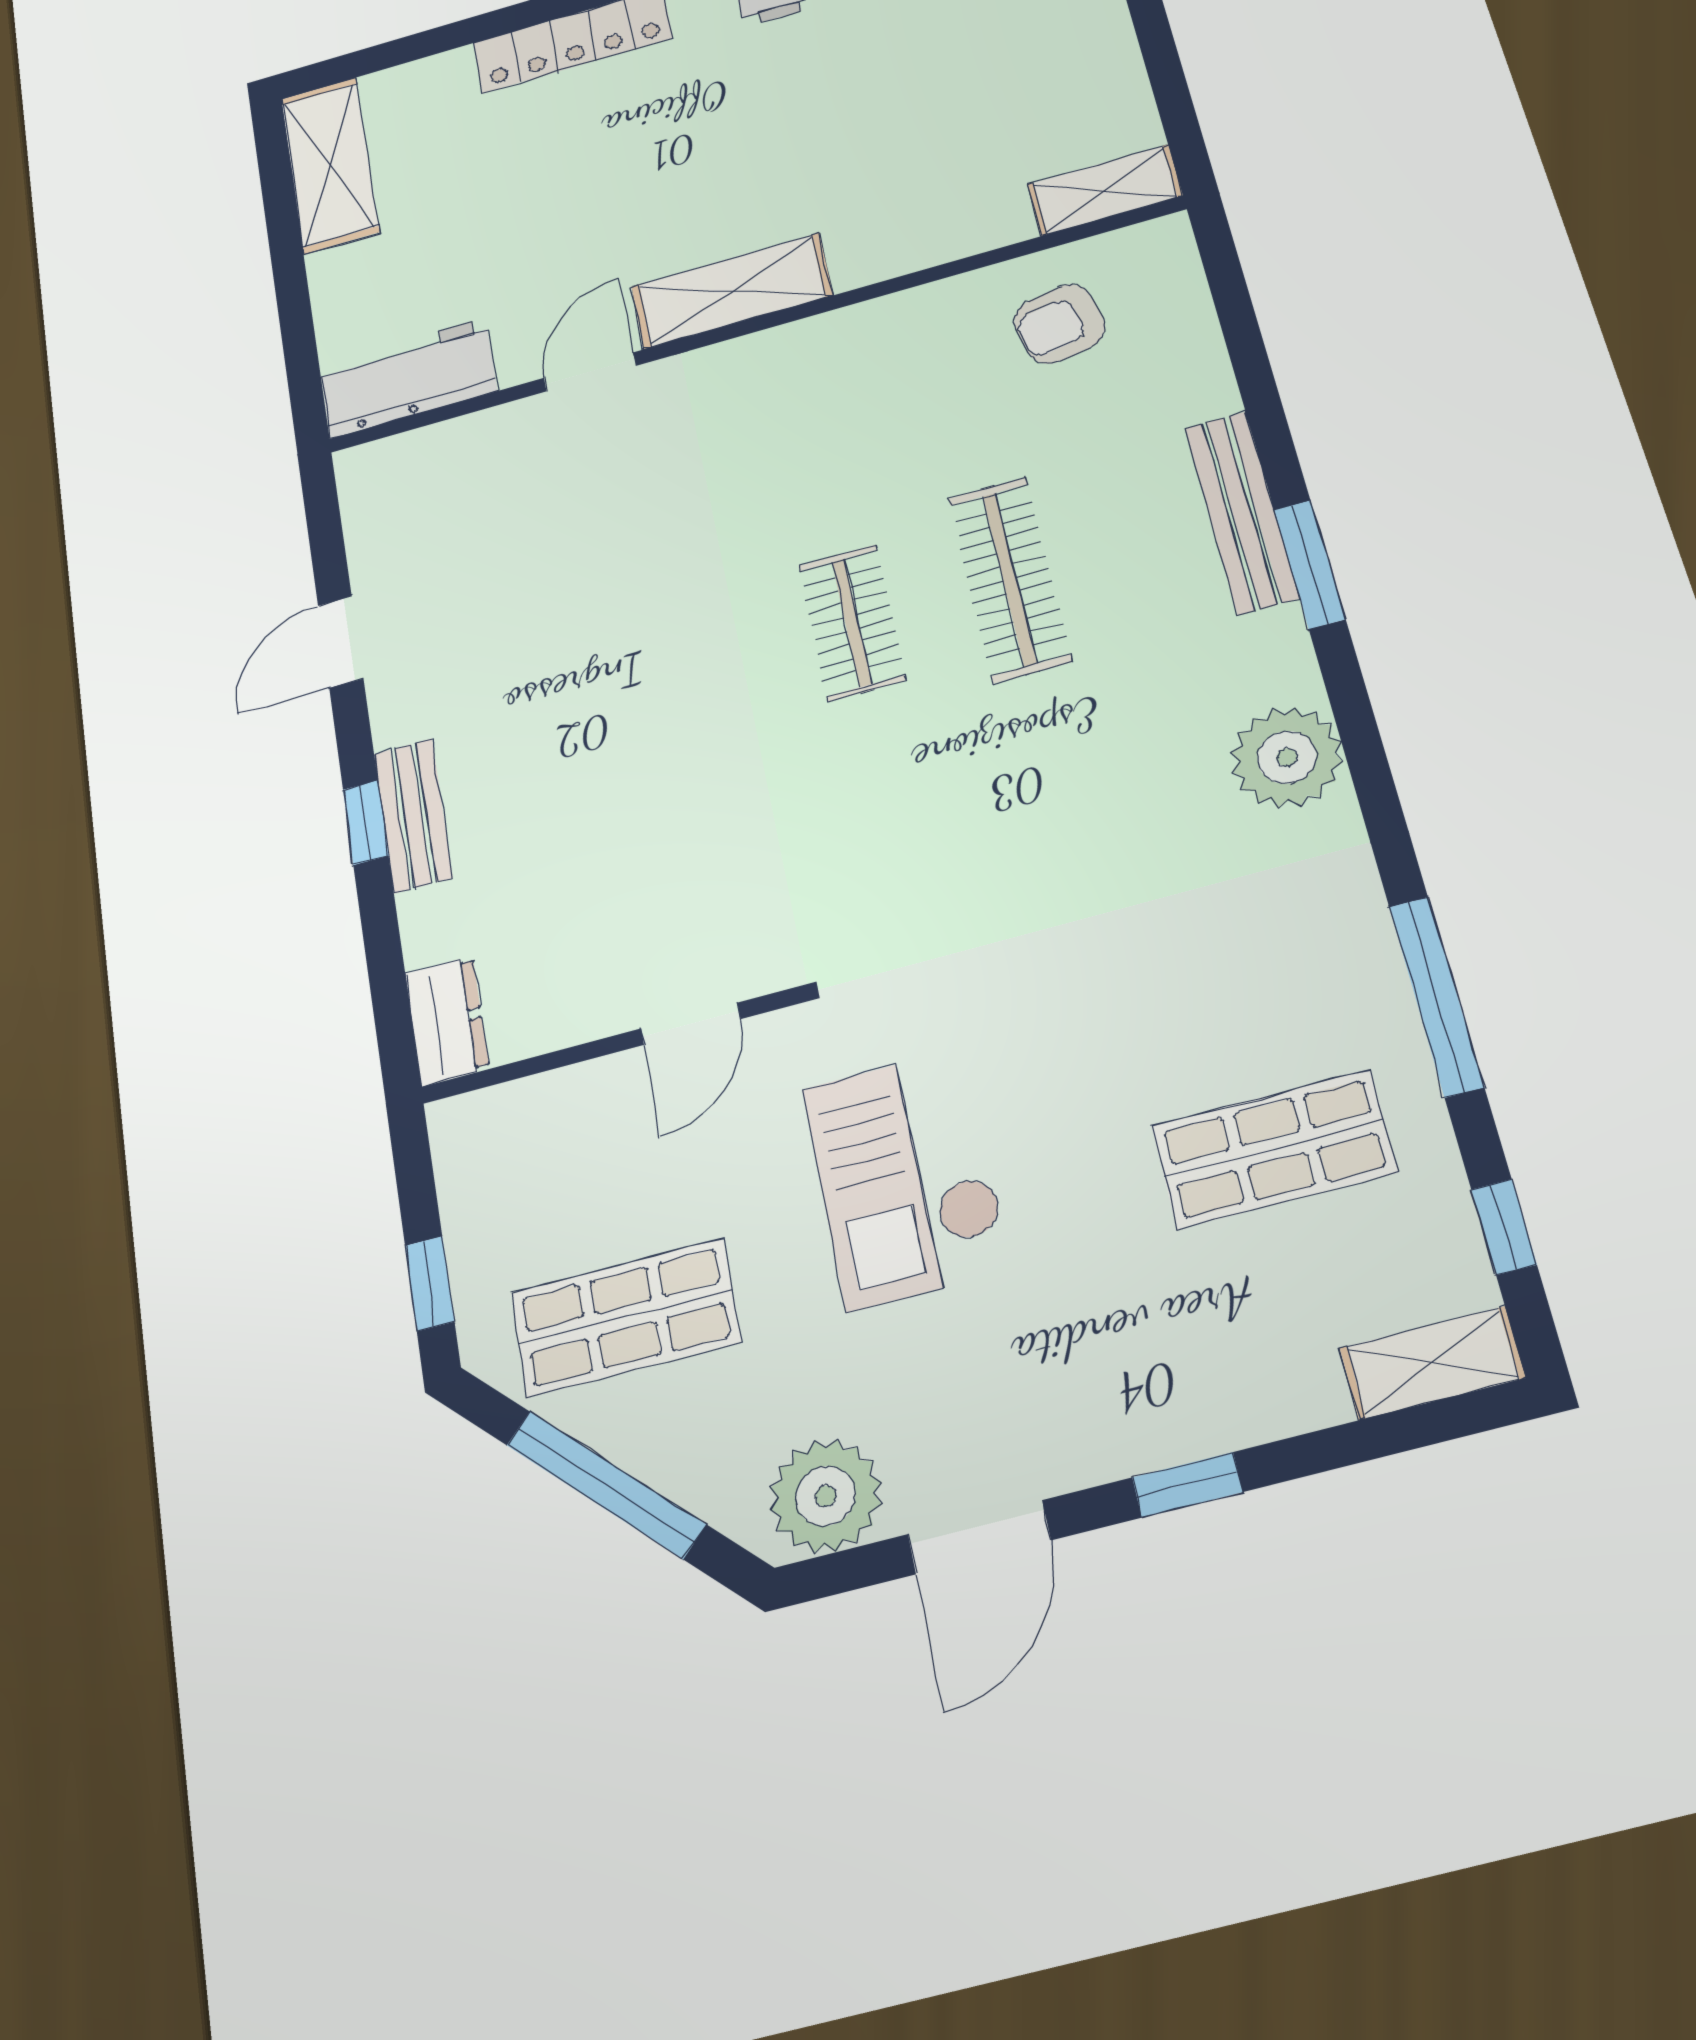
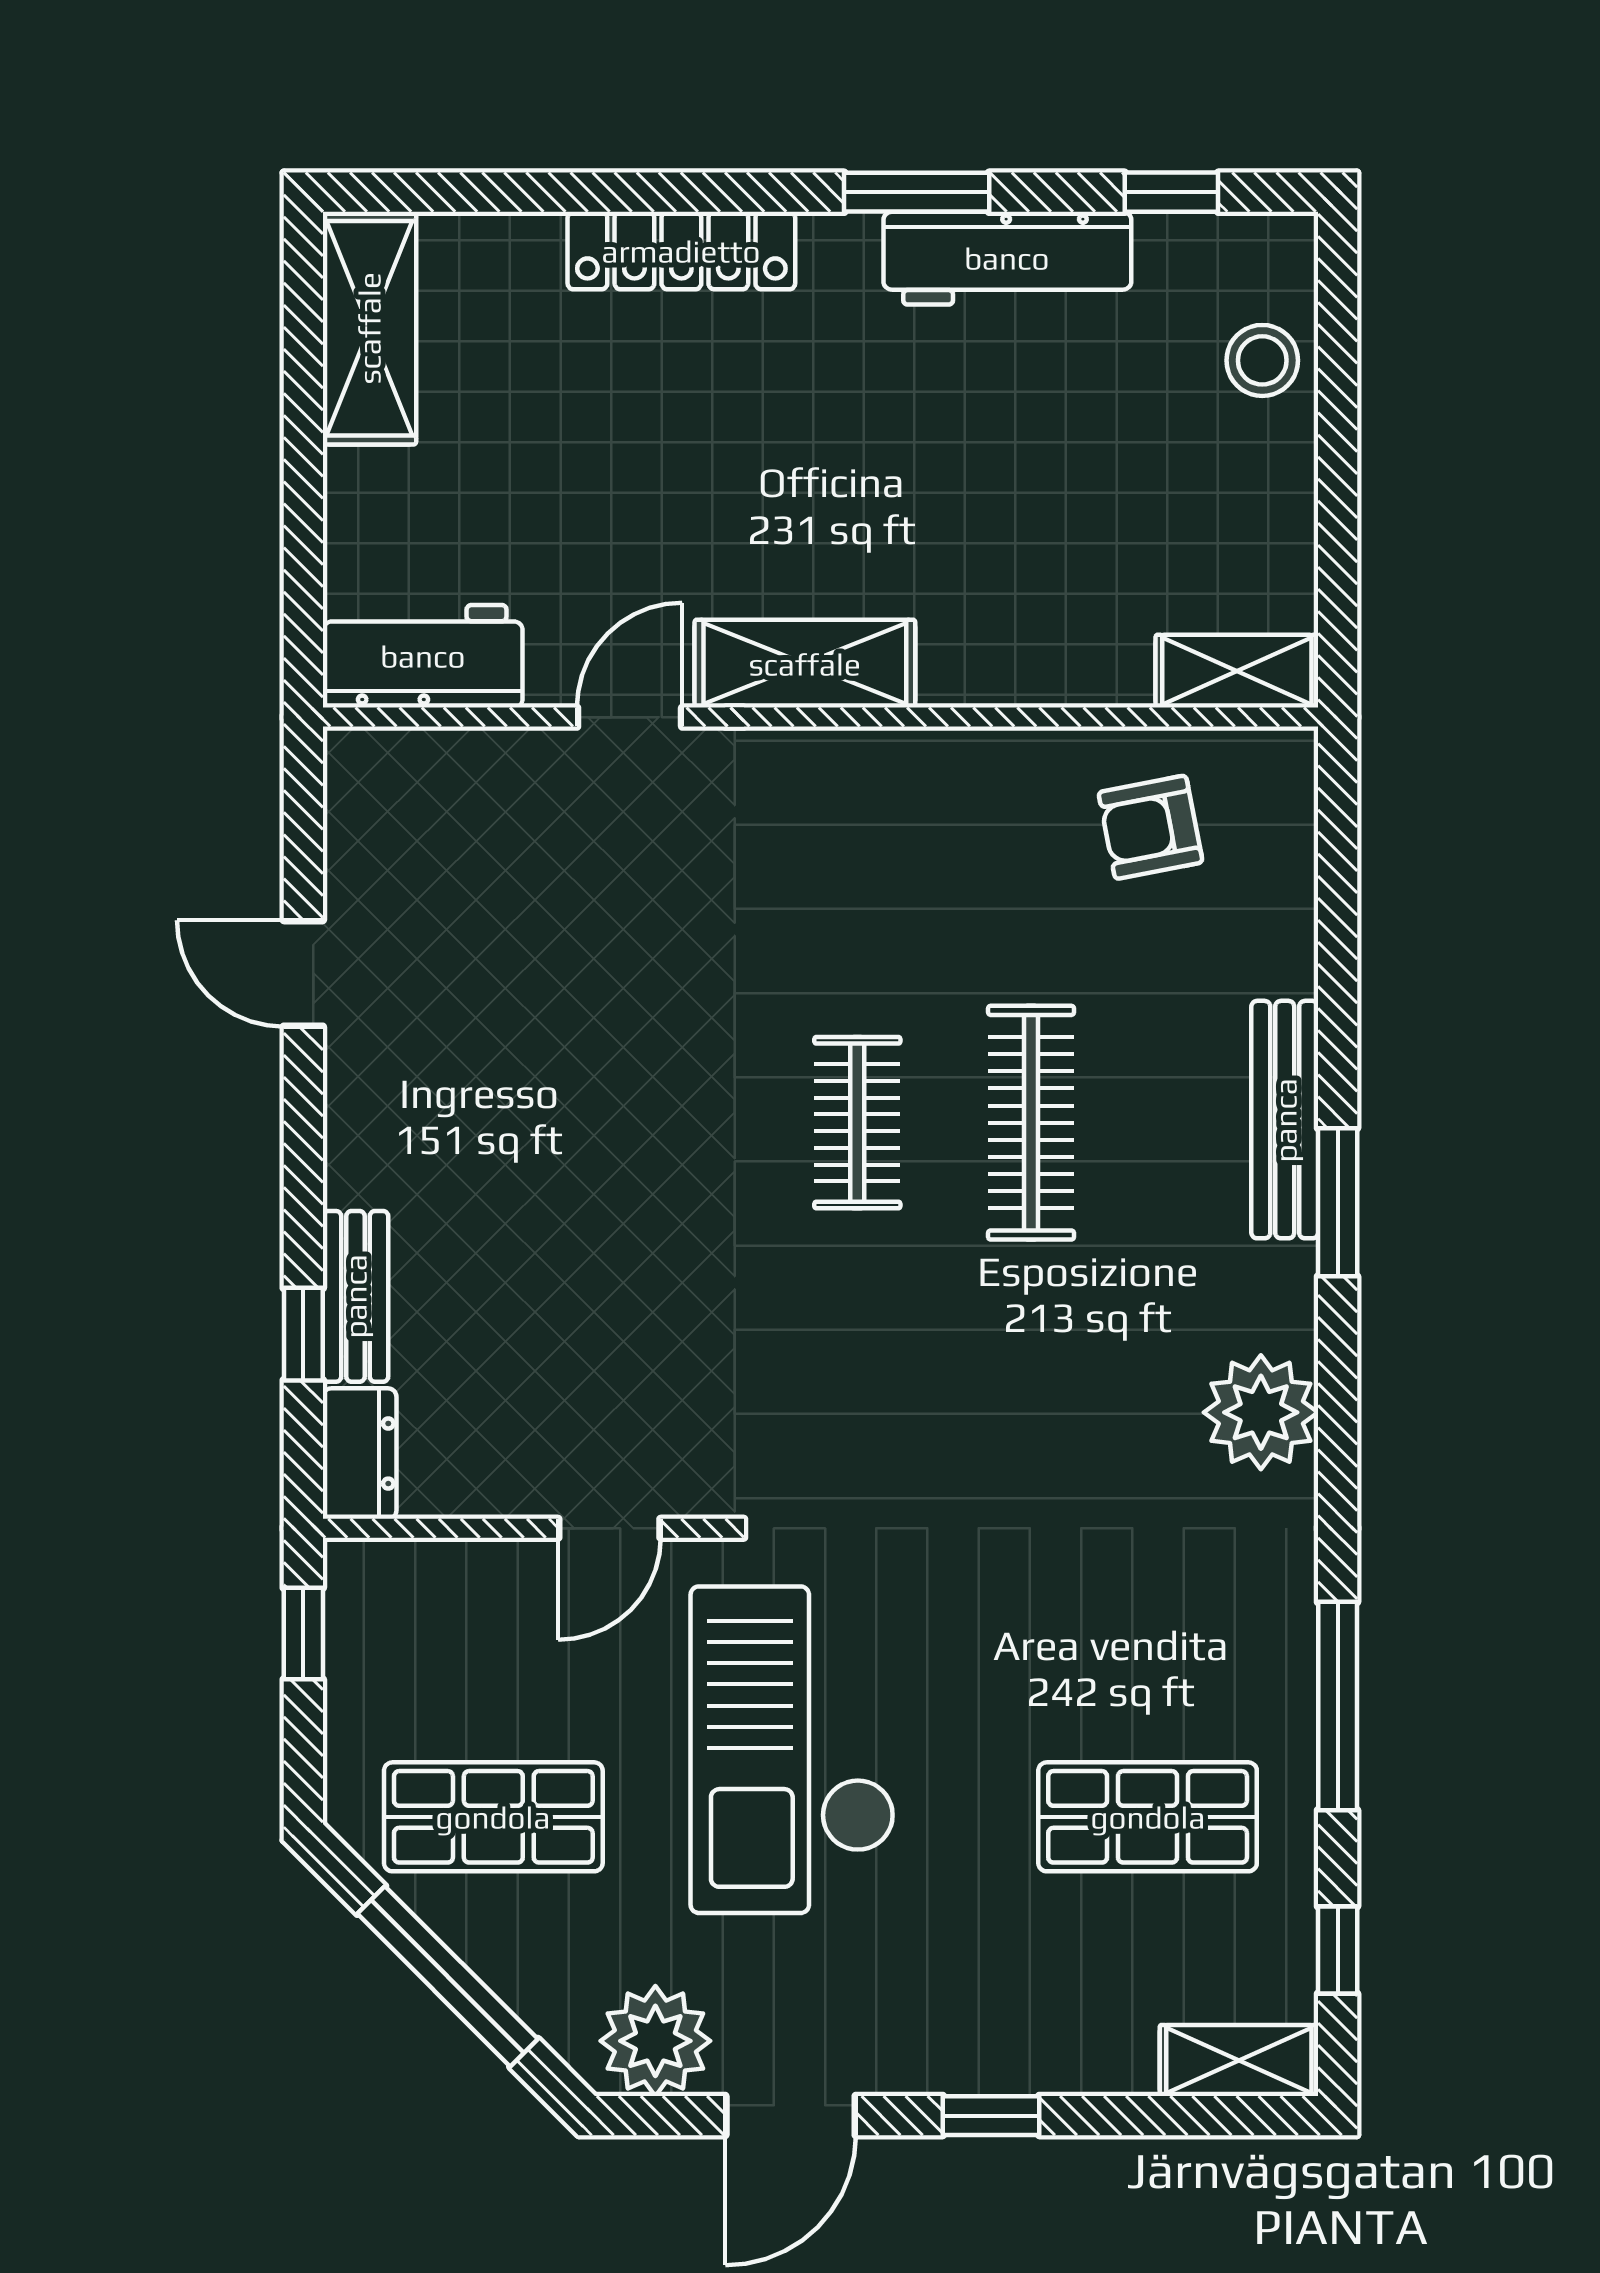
door: (341, 642) -> (303, 973), hinge flipped
bench: (413, 815) -> (355, 1296), moved
window: (366, 823) -> (303, 1334), moved
checkout: (906, 1178) -> (793, 1750), width x1.36, depth x1.21
window: (430, 1284) -> (303, 1634), moved

